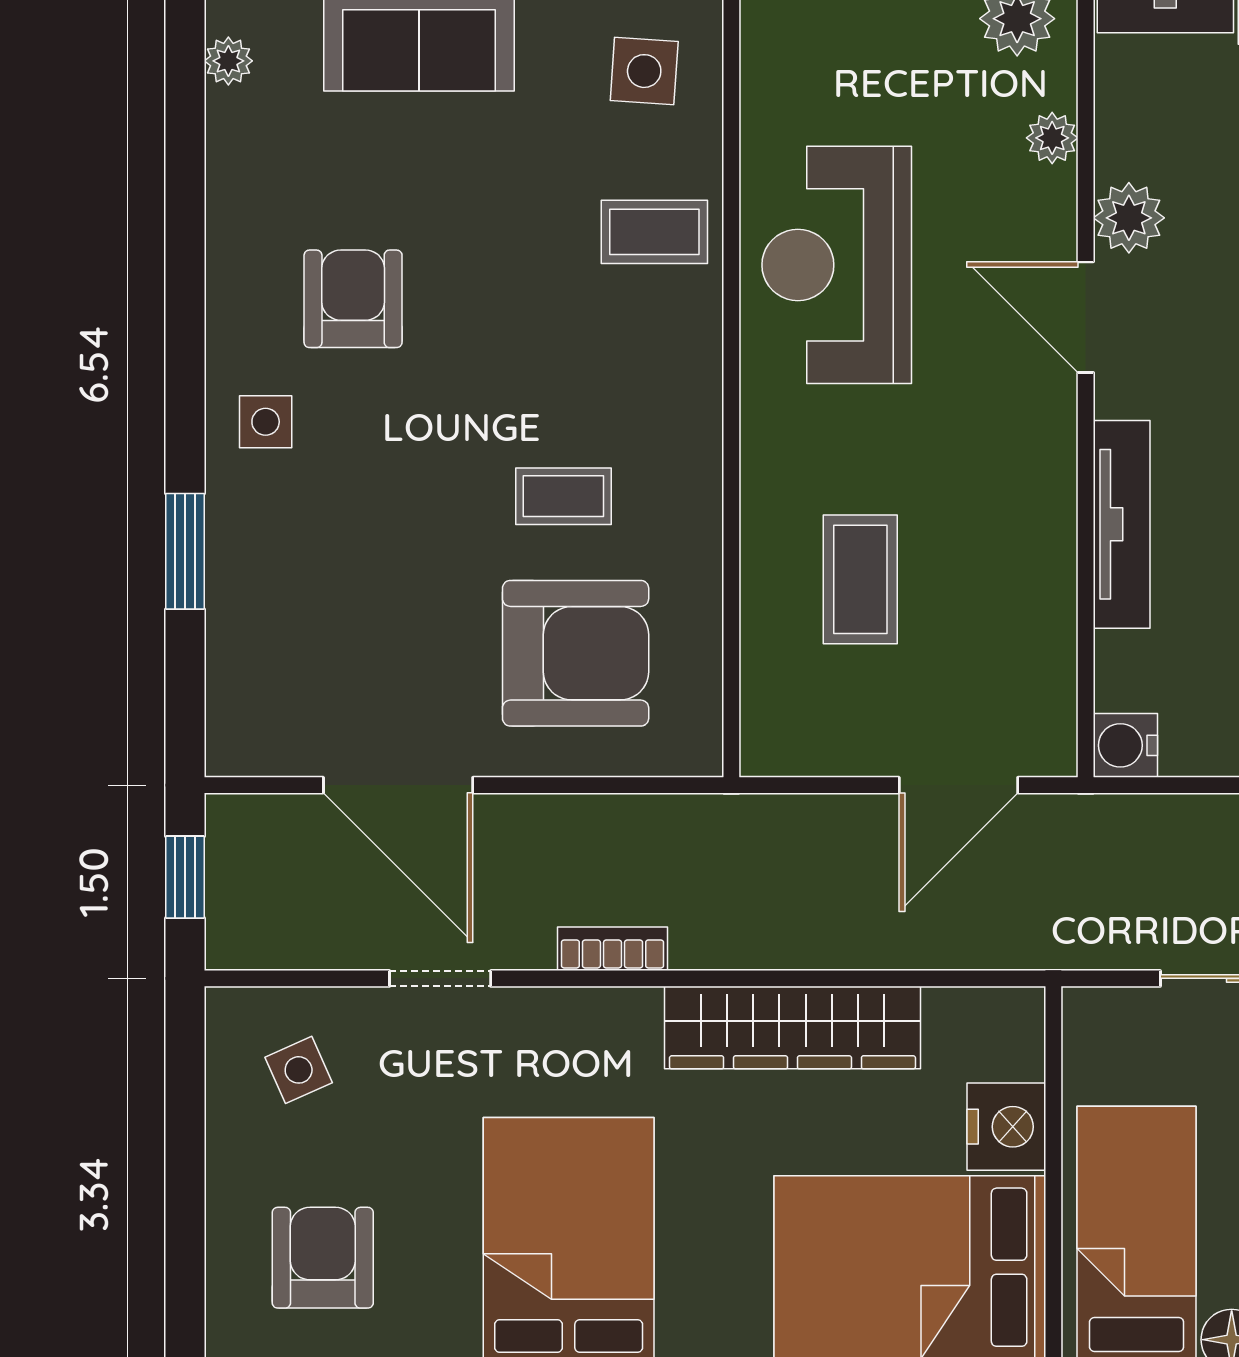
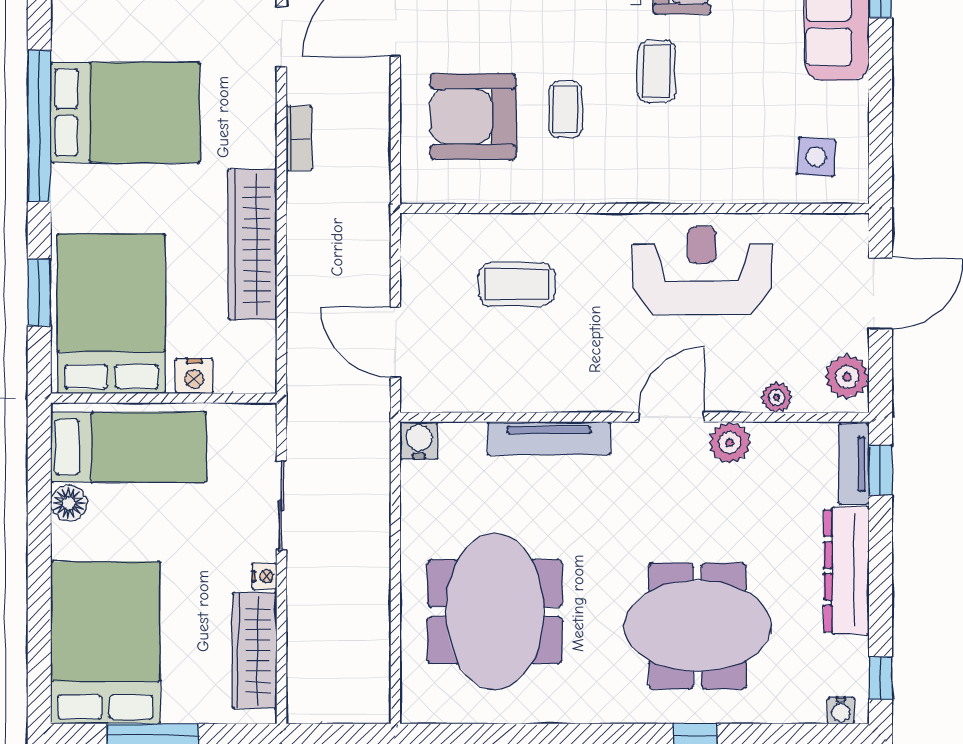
coffee table: (654, 232) -> (657, 71), moved
armchair: (576, 653) -> (473, 117), turned 90
nightstand: (1006, 1127) -> (194, 376), width x0.74, depth x0.75

